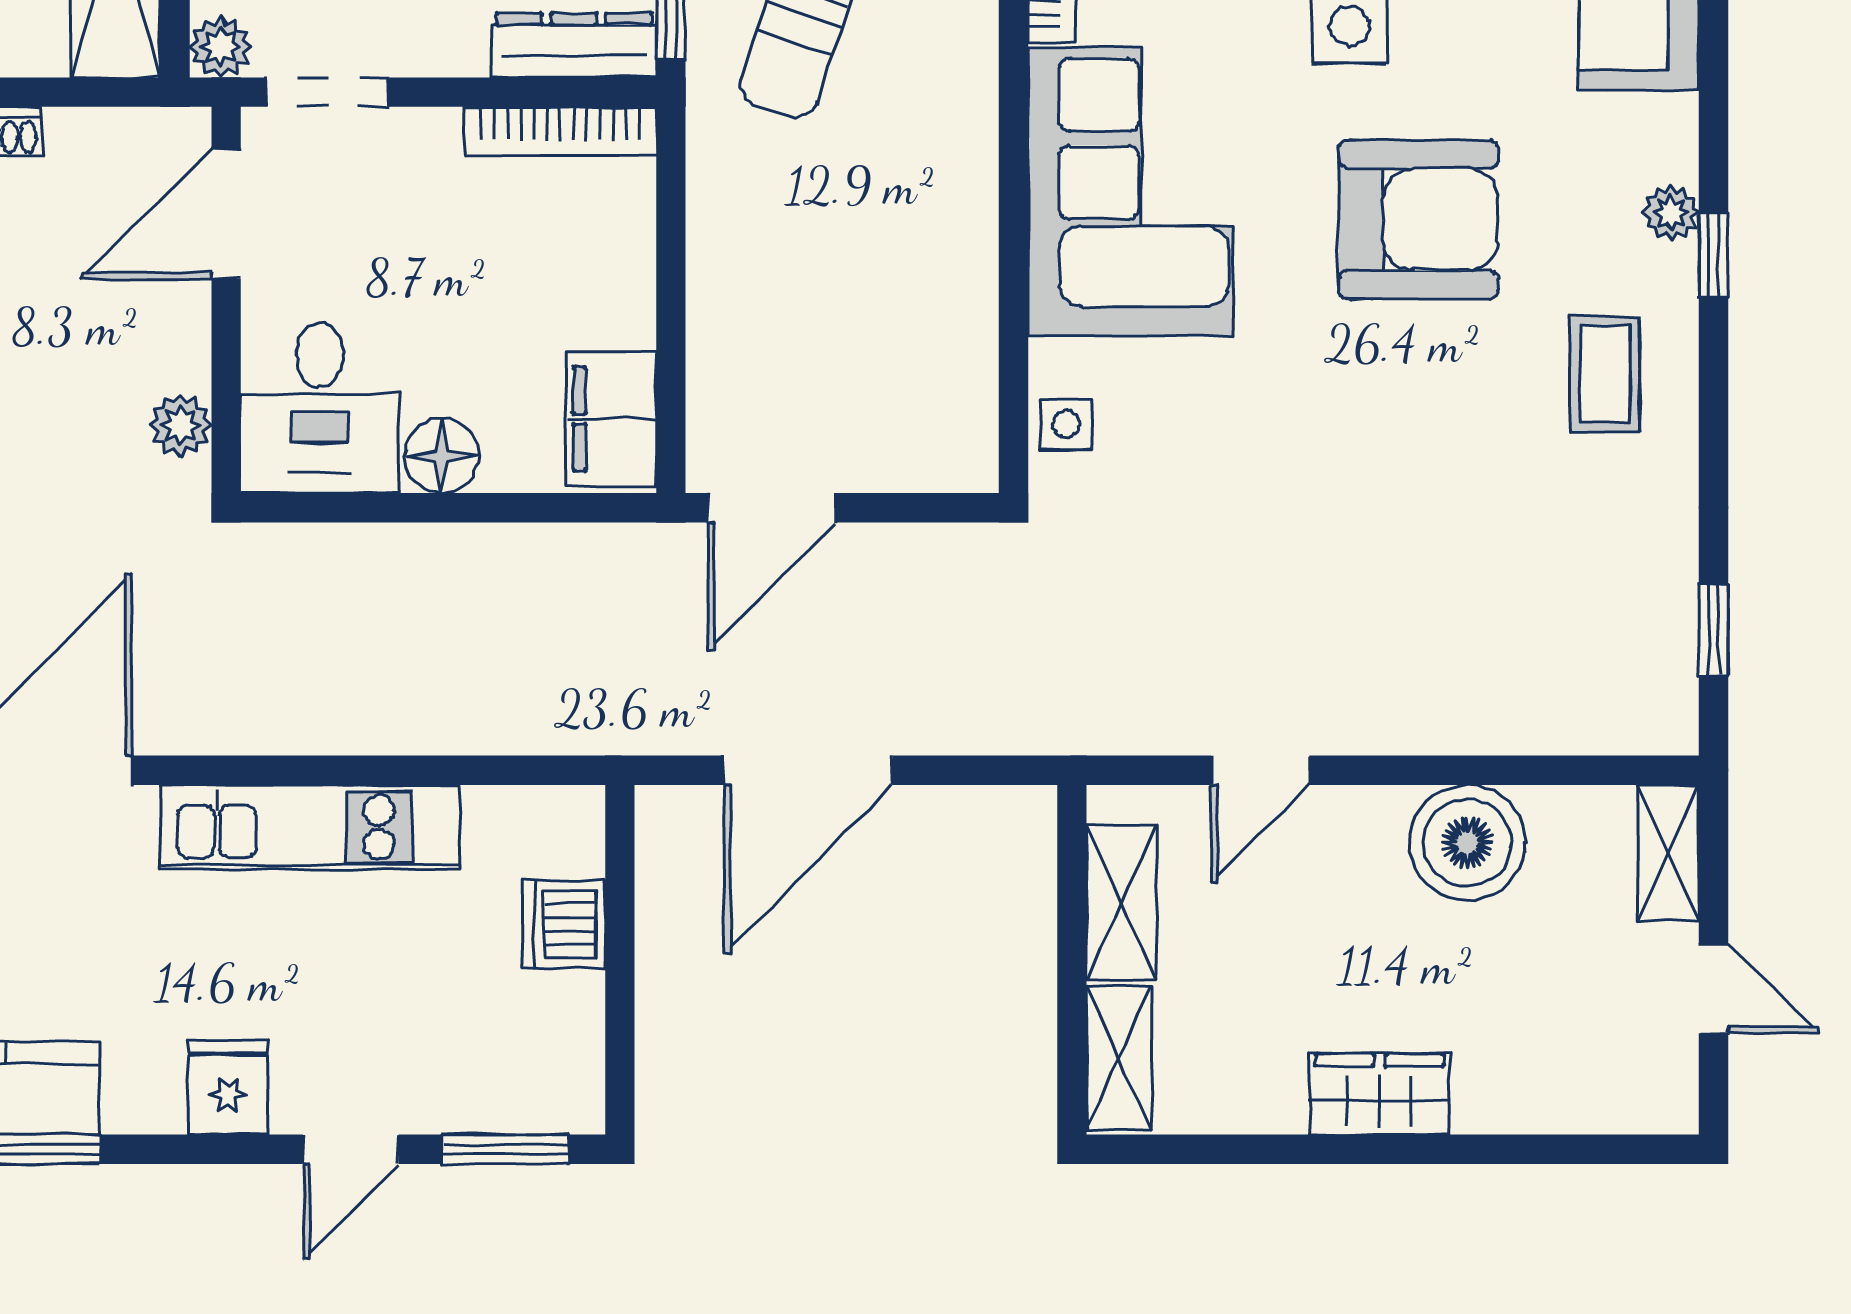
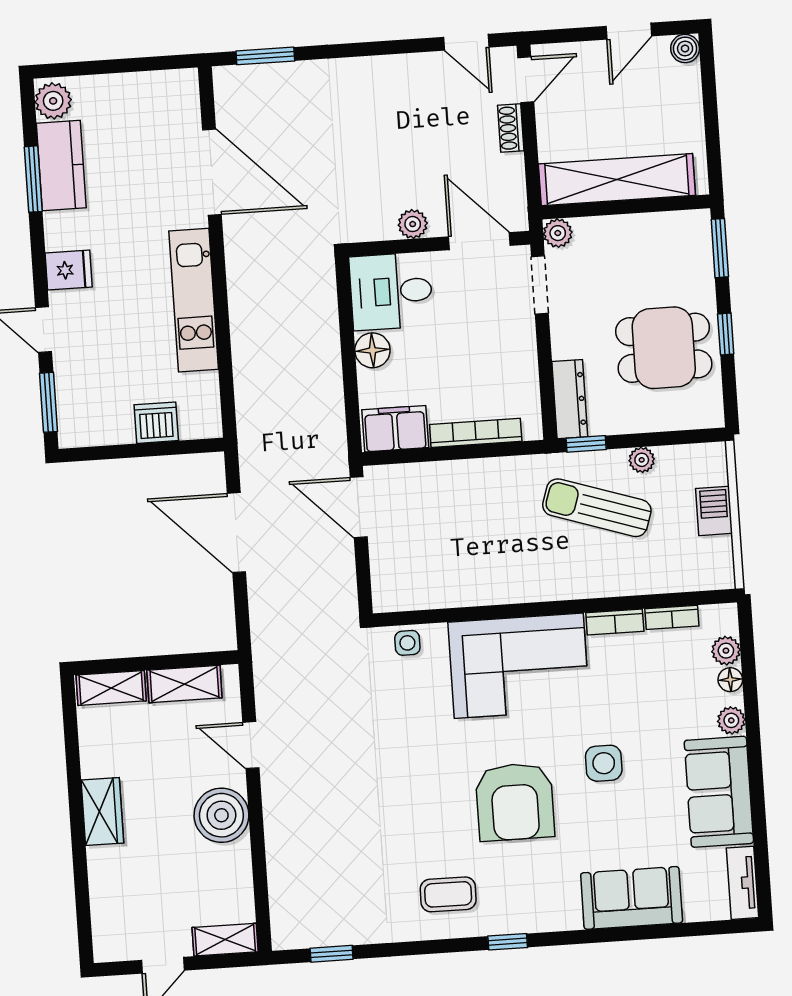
bookcase: (560, 131) -> (476, 433), moved, turned 90
plant: (1671, 213) -> (526, 920), removed
plant: (180, 425) -> (413, 224), moved
boiler: (1467, 843) -> (221, 815), moved

